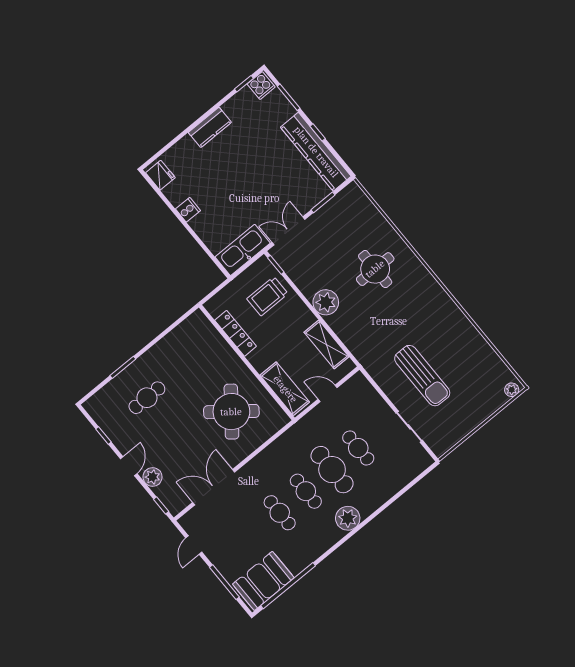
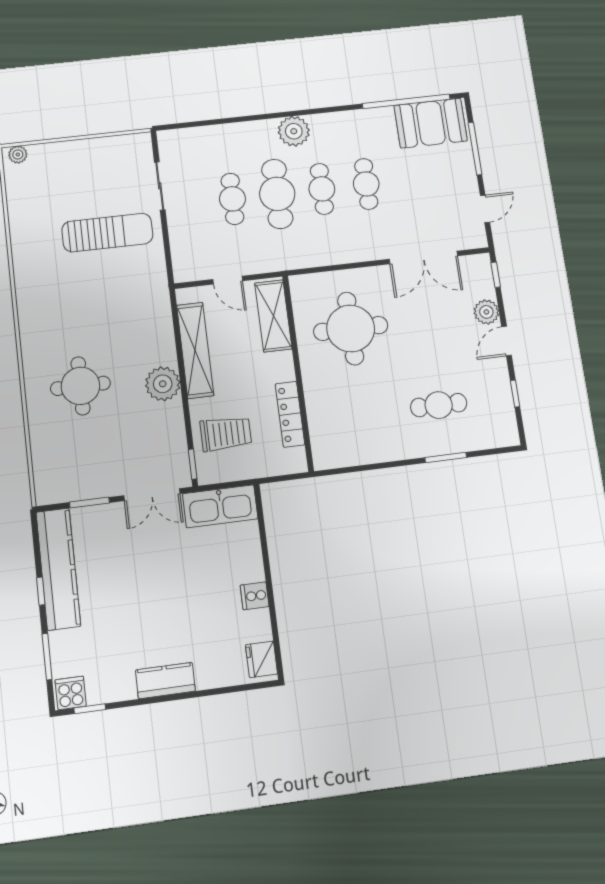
shelving: (326, 345) -> (195, 350), width x1.47
sun lounger: (422, 376) -> (107, 233), turned 90
round table: (231, 412) -> (351, 328), turned -38

